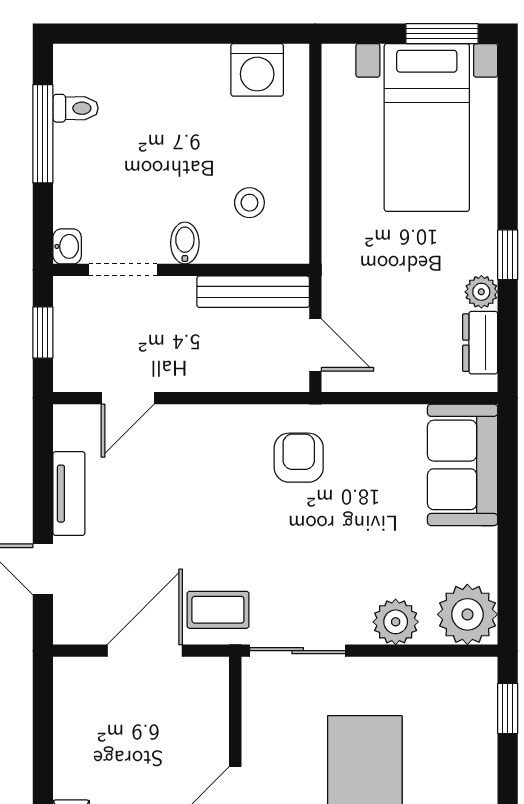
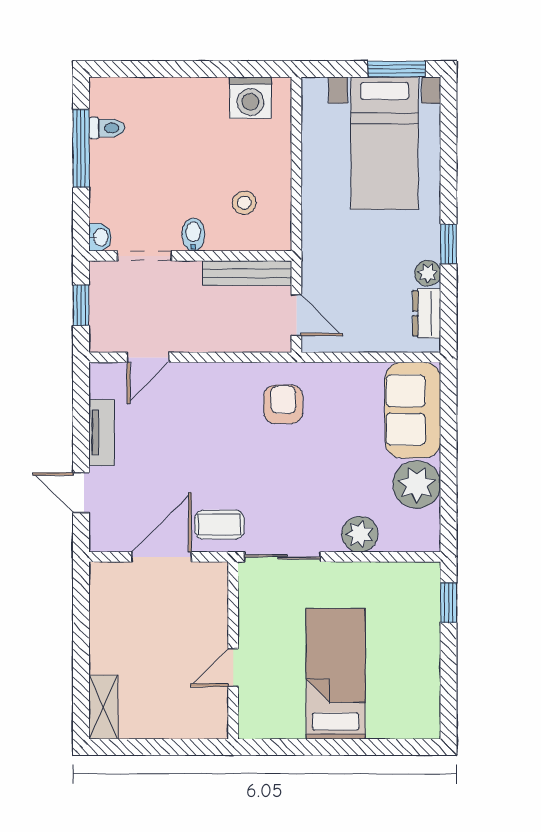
plant: (467, 614) -> (417, 484), moved

